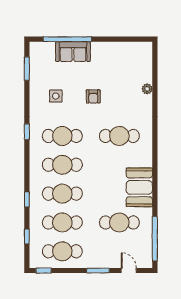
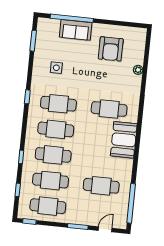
armchair: (93, 96) -> (111, 49), moved, width x1.88, depth x1.88
booth: (139, 187) -> (124, 140), moved
door: (129, 271) -> (105, 229), hinge flipped

